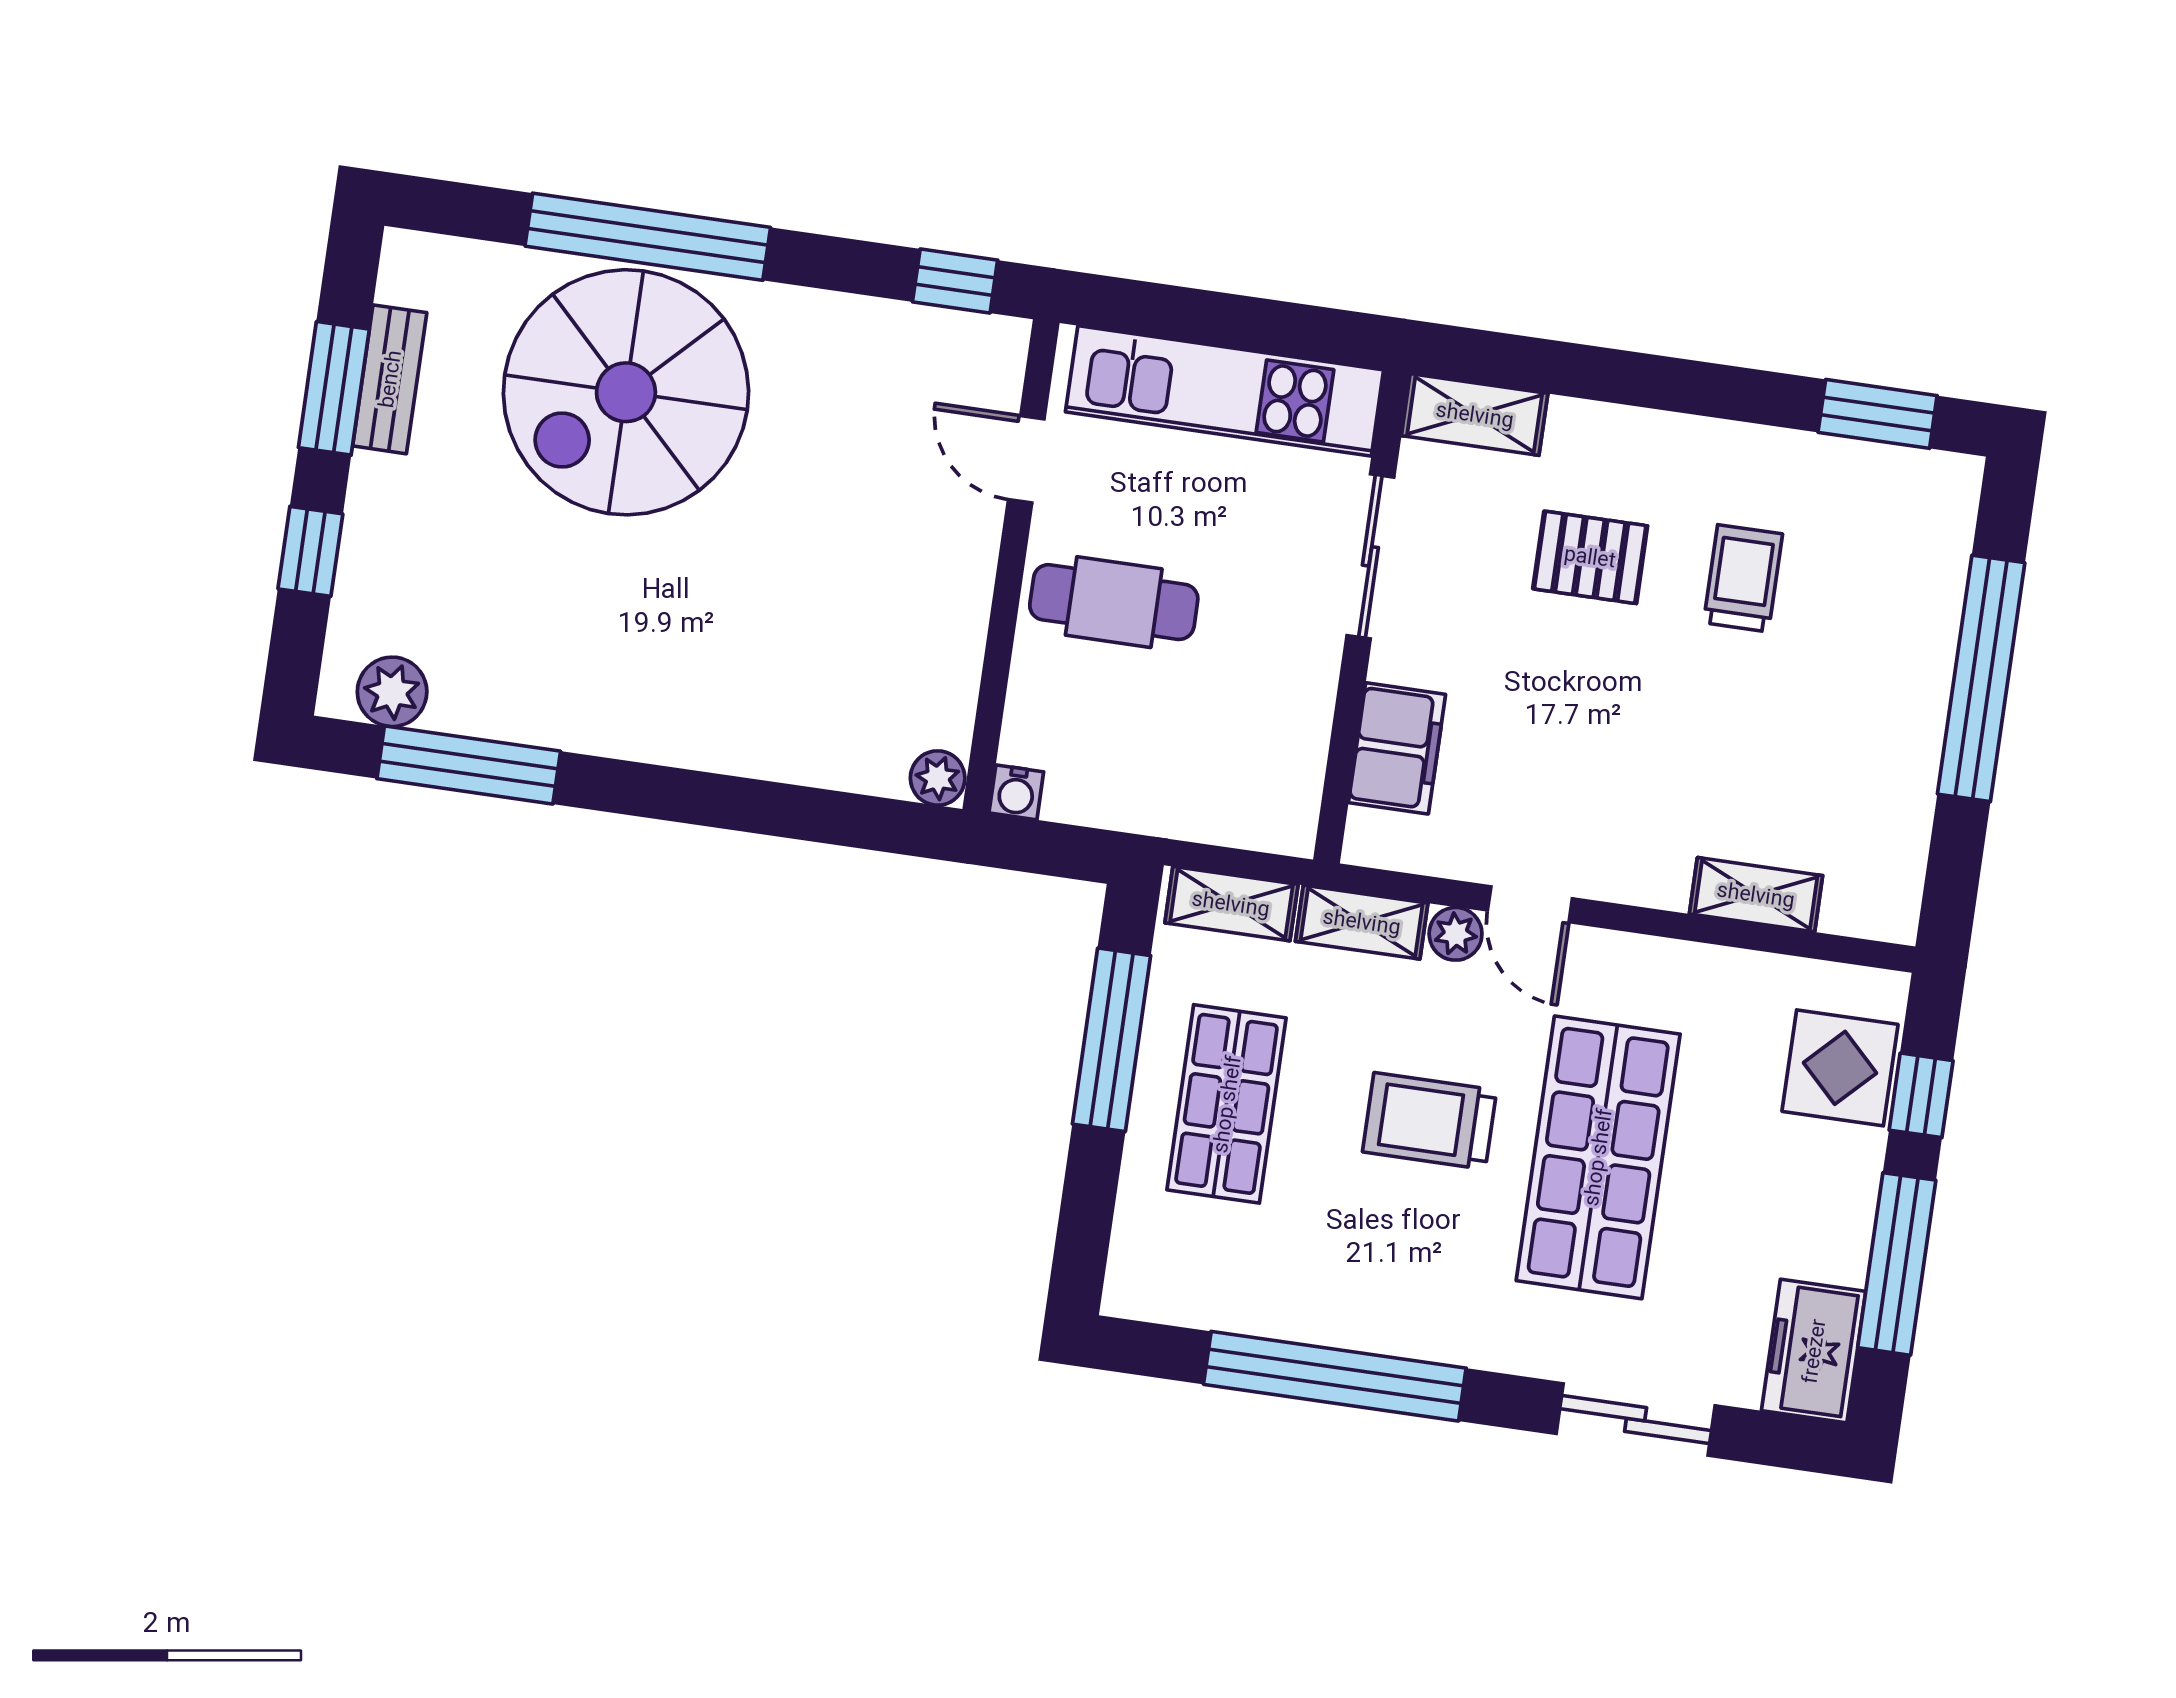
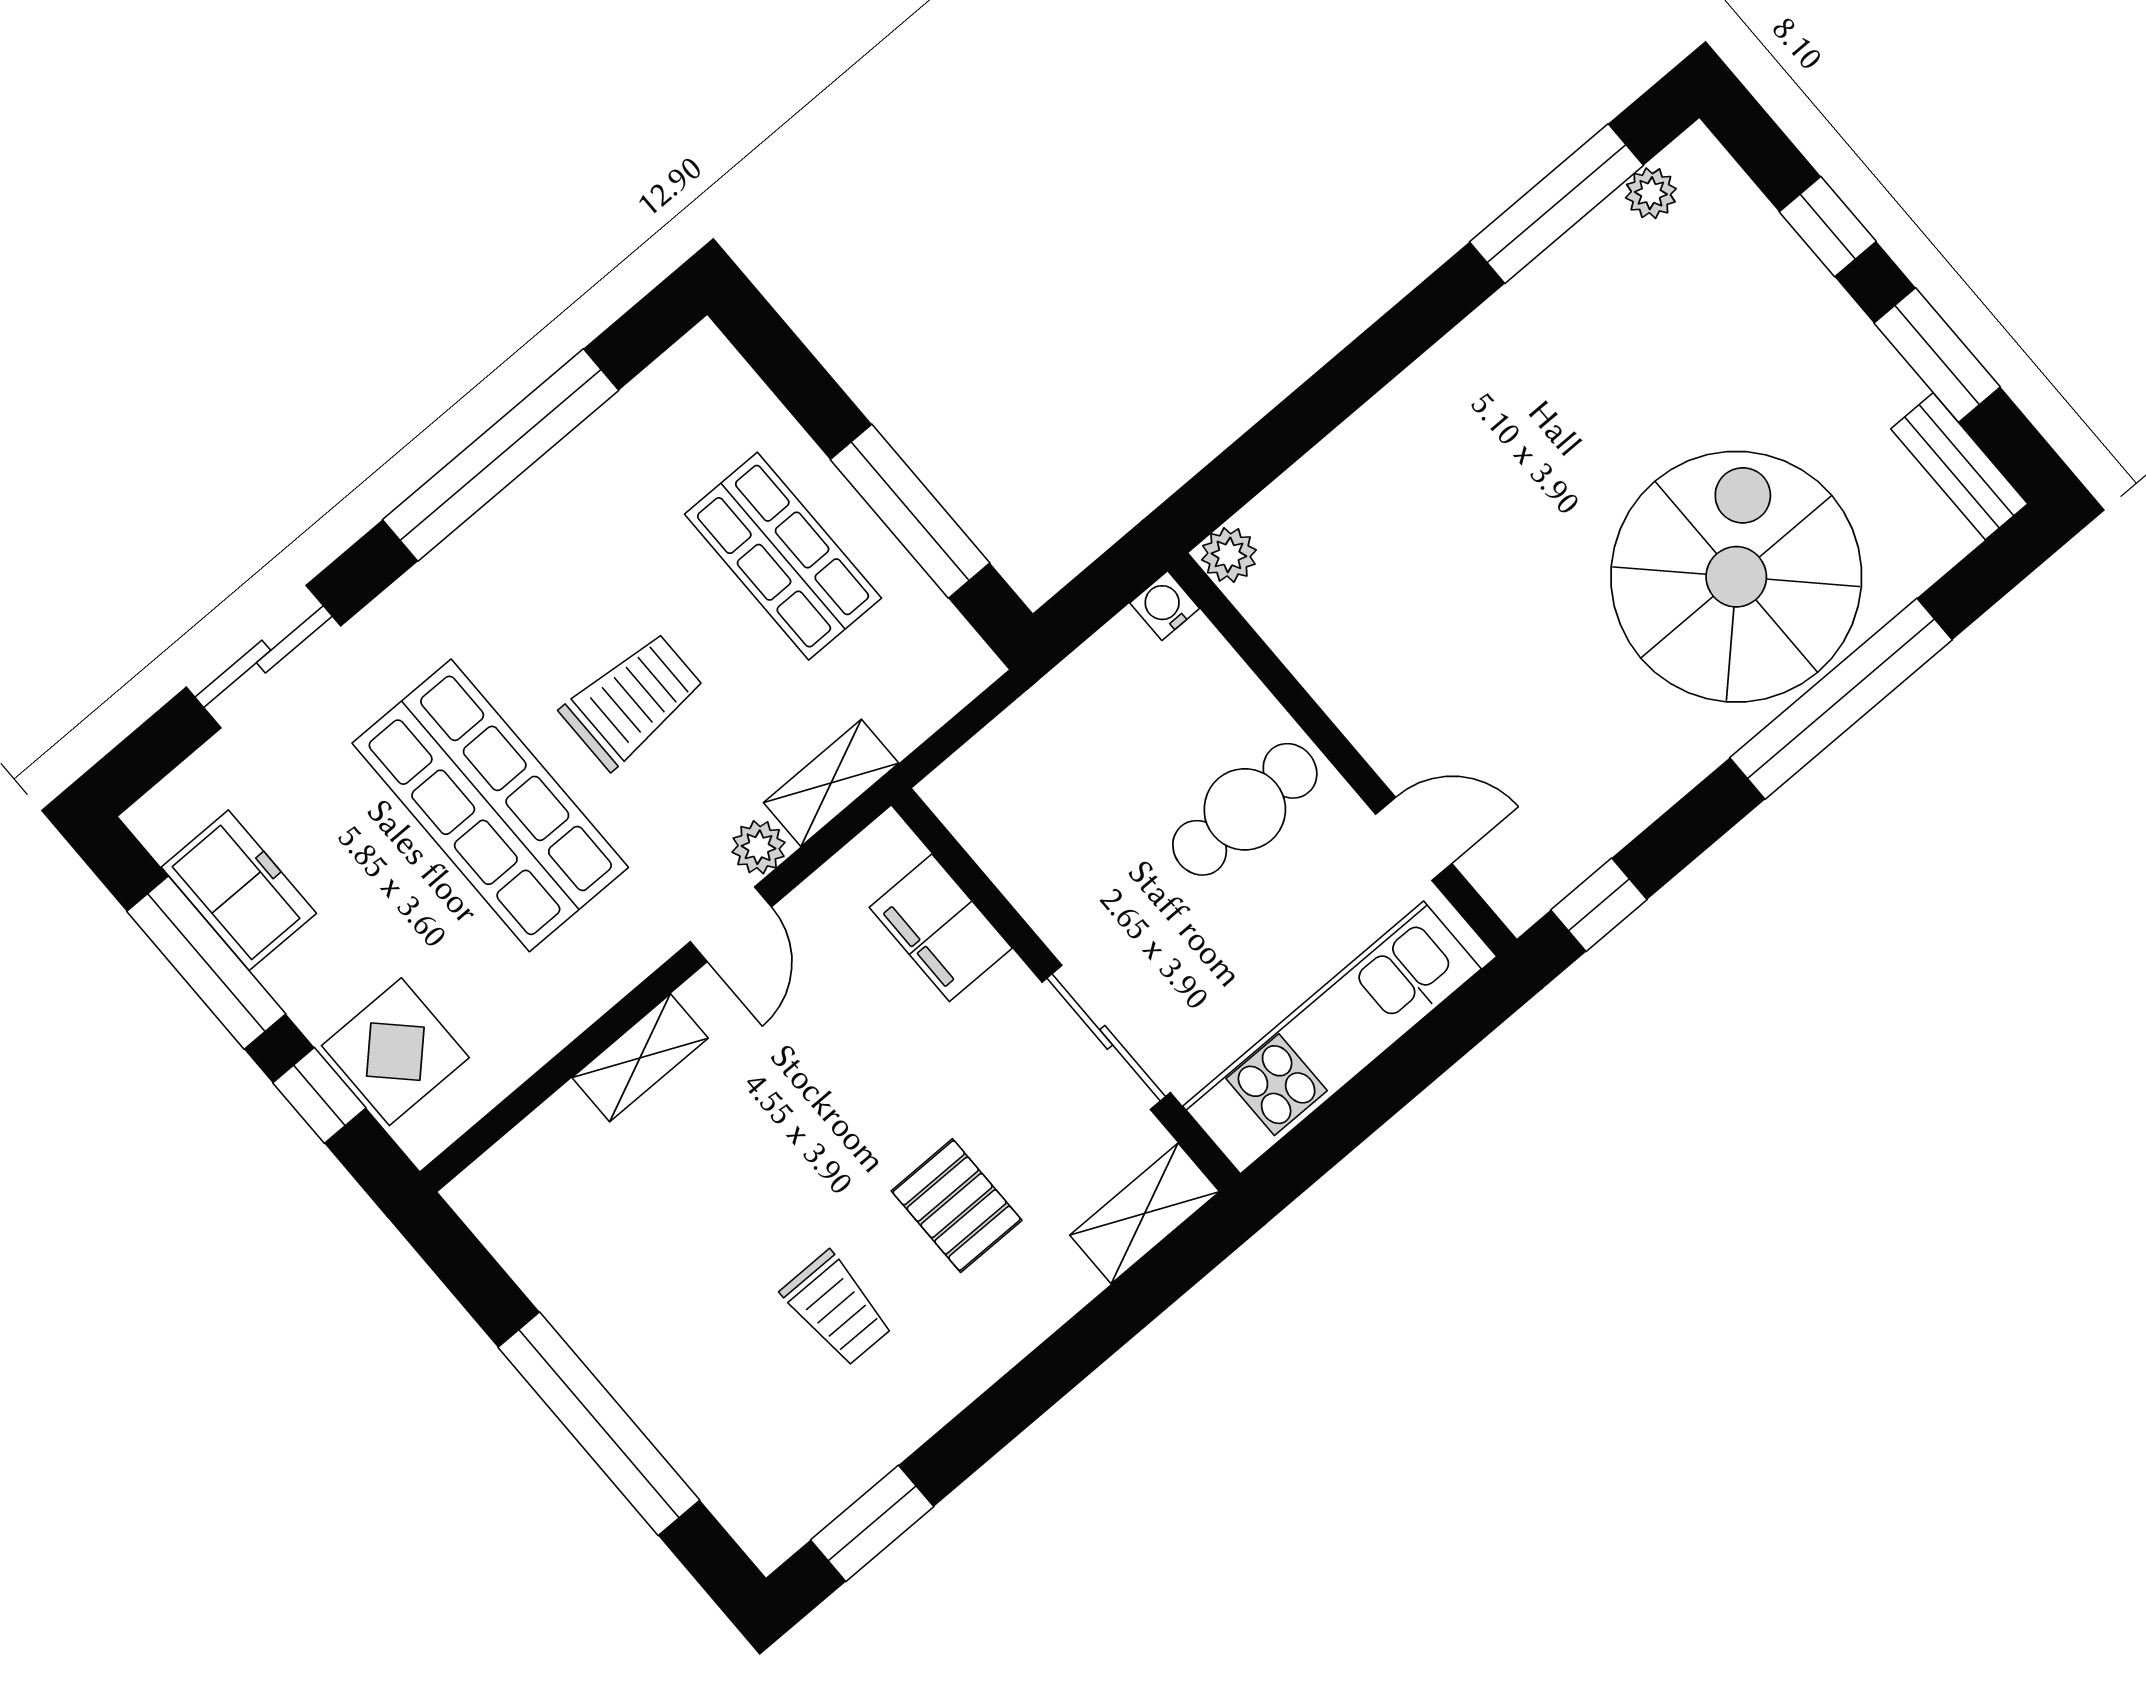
bench: (390, 379) -> (1959, 466), moved
pallet: (1590, 557) -> (957, 1206), turned 90
plant: (392, 692) -> (1651, 193), width x0.73, depth x0.73
shelving: (1756, 895) -> (640, 1058), moved
shelving: (1231, 904) -> (934, 696), removed
door: (1530, 904) -> (731, 924), swing flipped
freezer: (1814, 1351) -> (239, 890), moved

